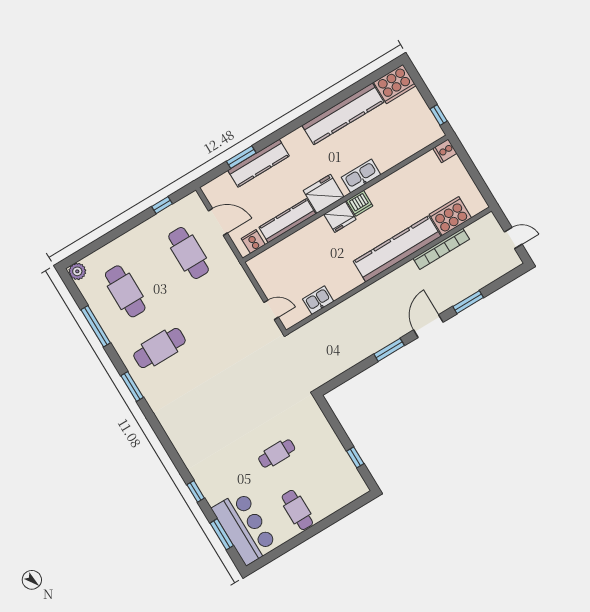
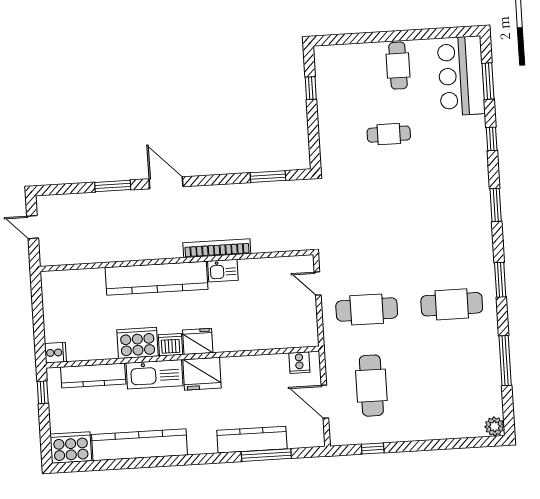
window: (241, 157) -> (266, 455), width x1.44
kitchen sink: (361, 176) -> (154, 374), width x1.36, depth x1.24
cooker: (450, 216) -> (138, 343), moved, turned 180
kitchen counter: (287, 221) -> (93, 375), moved
bookcase: (441, 249) -> (217, 248), moved
cafe table: (125, 291) -> (367, 309), moved, turned 90
kitchen sink: (318, 300) -> (223, 271), moved
door: (428, 326) -> (166, 183), swing flipped
window: (389, 350) -> (268, 177), moved
window: (166, 442) -> (496, 205), added

